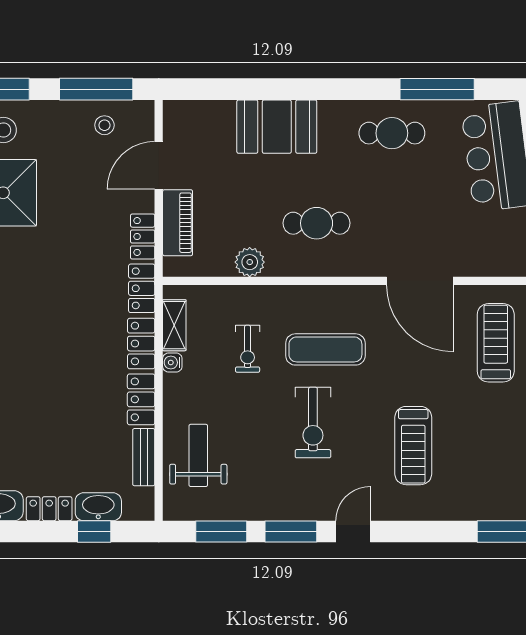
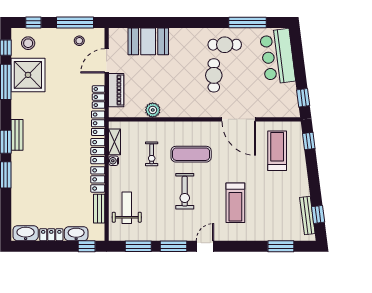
booth: (277, 127) -> (148, 41), moved
cafe table: (317, 223) -> (214, 75), moved, turned 90
window: (94, 532) -> (87, 246), moved

